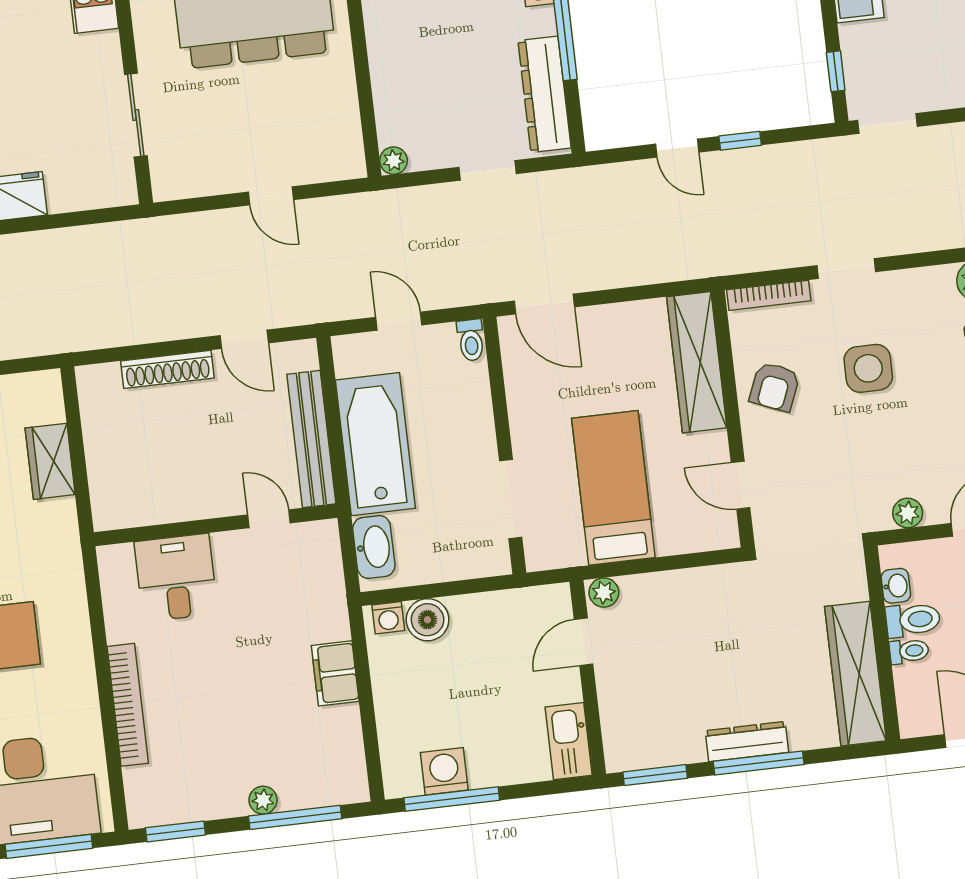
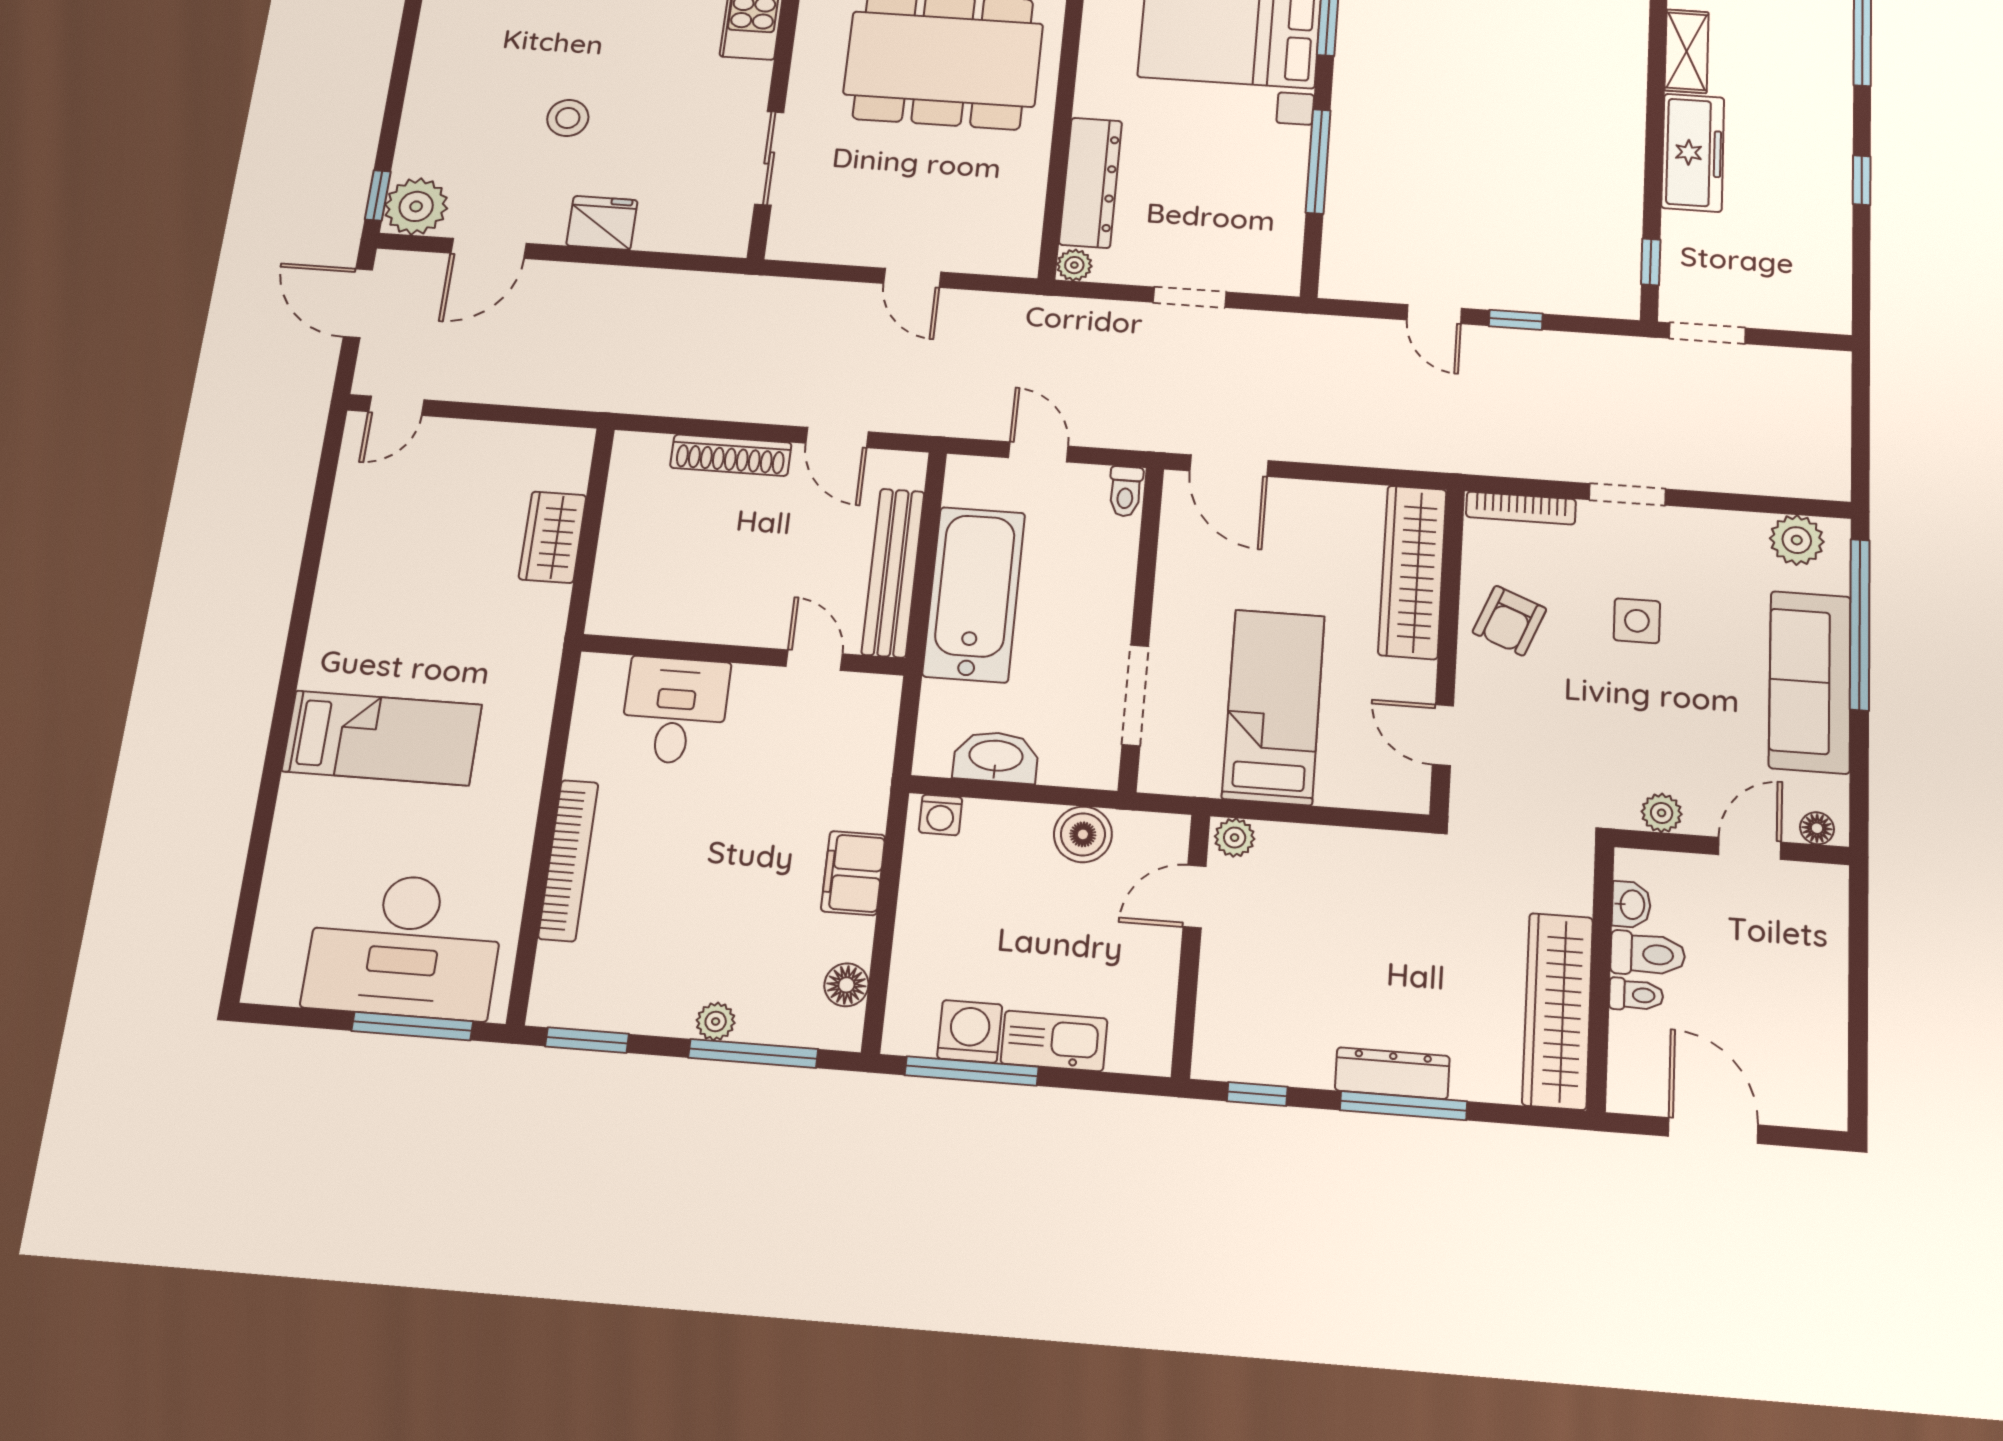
dresser: (545, 94) -> (1091, 183), moved, turned 180
side table: (868, 368) -> (1637, 621), width x0.73, depth x0.73
washbasin: (374, 547) -> (996, 757), moved, turned -90
boiler: (428, 620) -> (1083, 834), moved
kitchen sink: (569, 741) -> (1054, 1041), moved, turned 90
floor lamp: (349, 755) -> (846, 985), added
window: (655, 775) -> (1257, 1094), width x0.67

